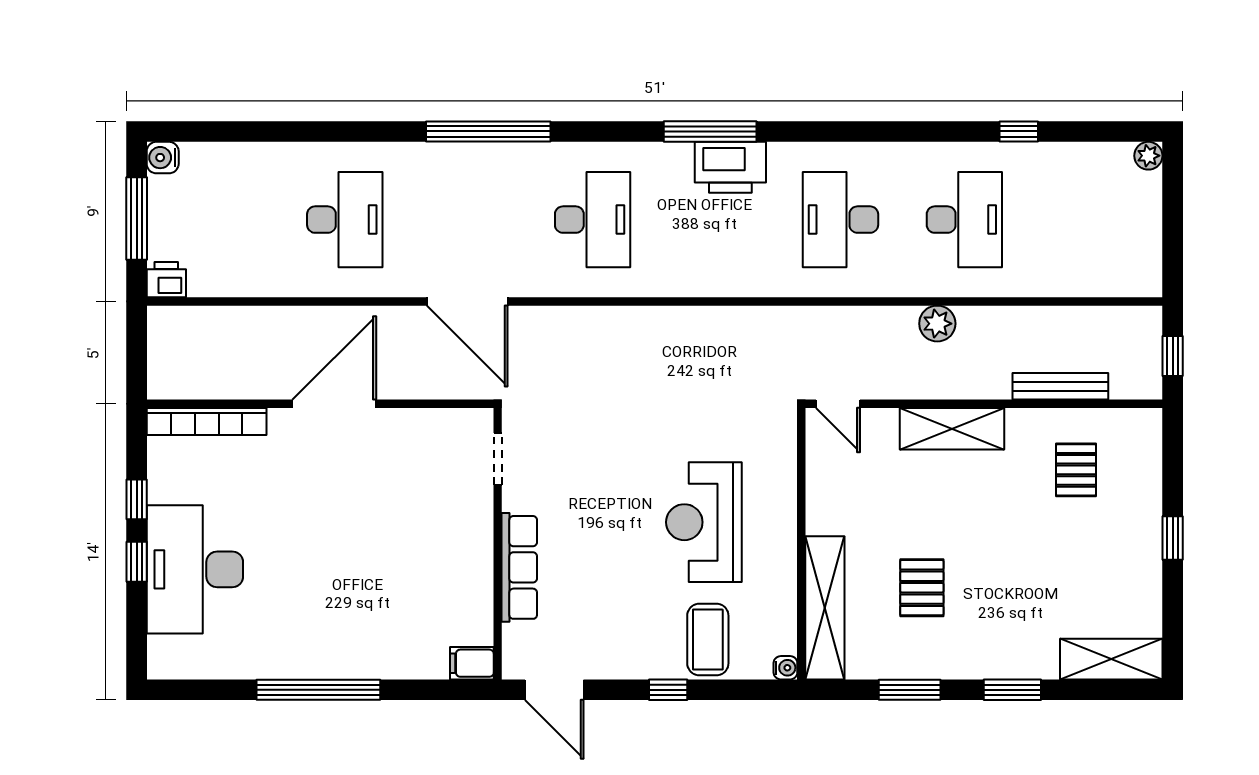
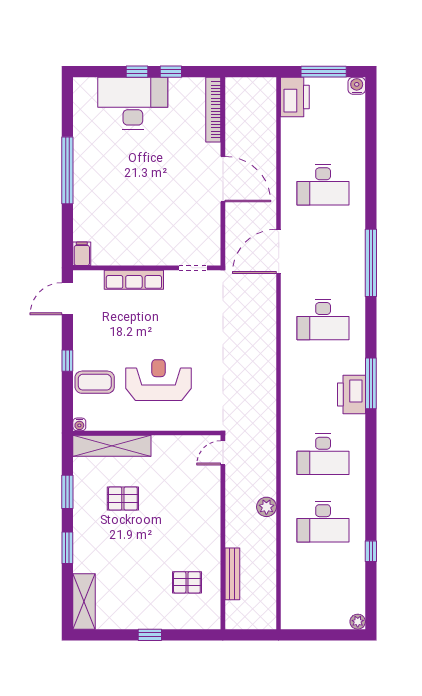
desk: (840, 220) -> (323, 454), turned 180
printer: (166, 280) -> (295, 97), width x1.87, depth x1.48
window: (1173, 356) -> (249, 635), removed
shelving: (952, 429) -> (209, 515), removed

